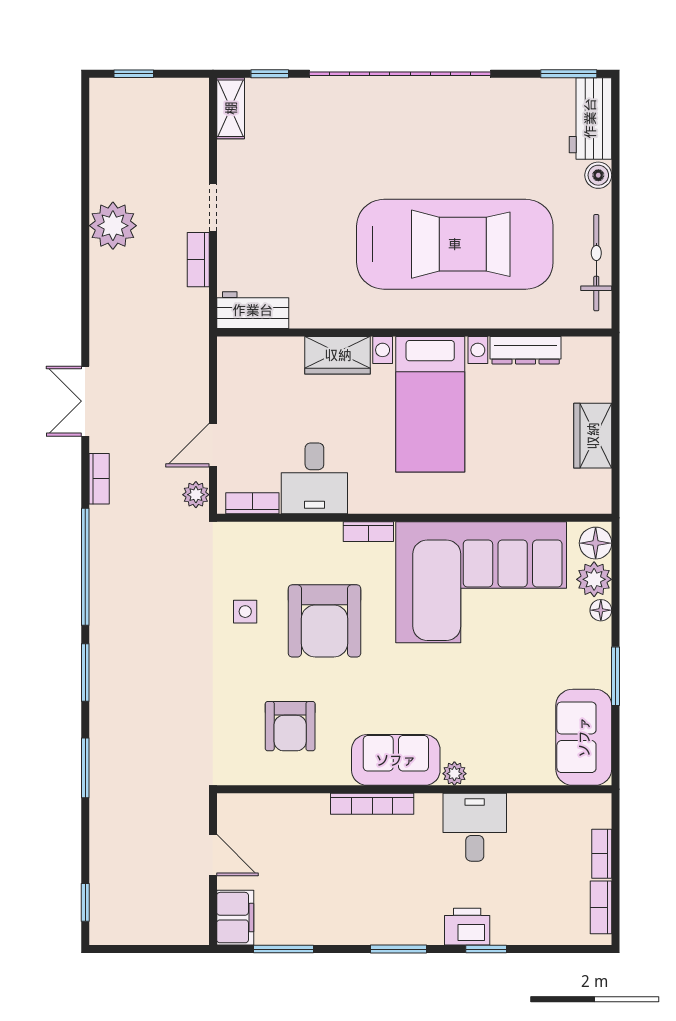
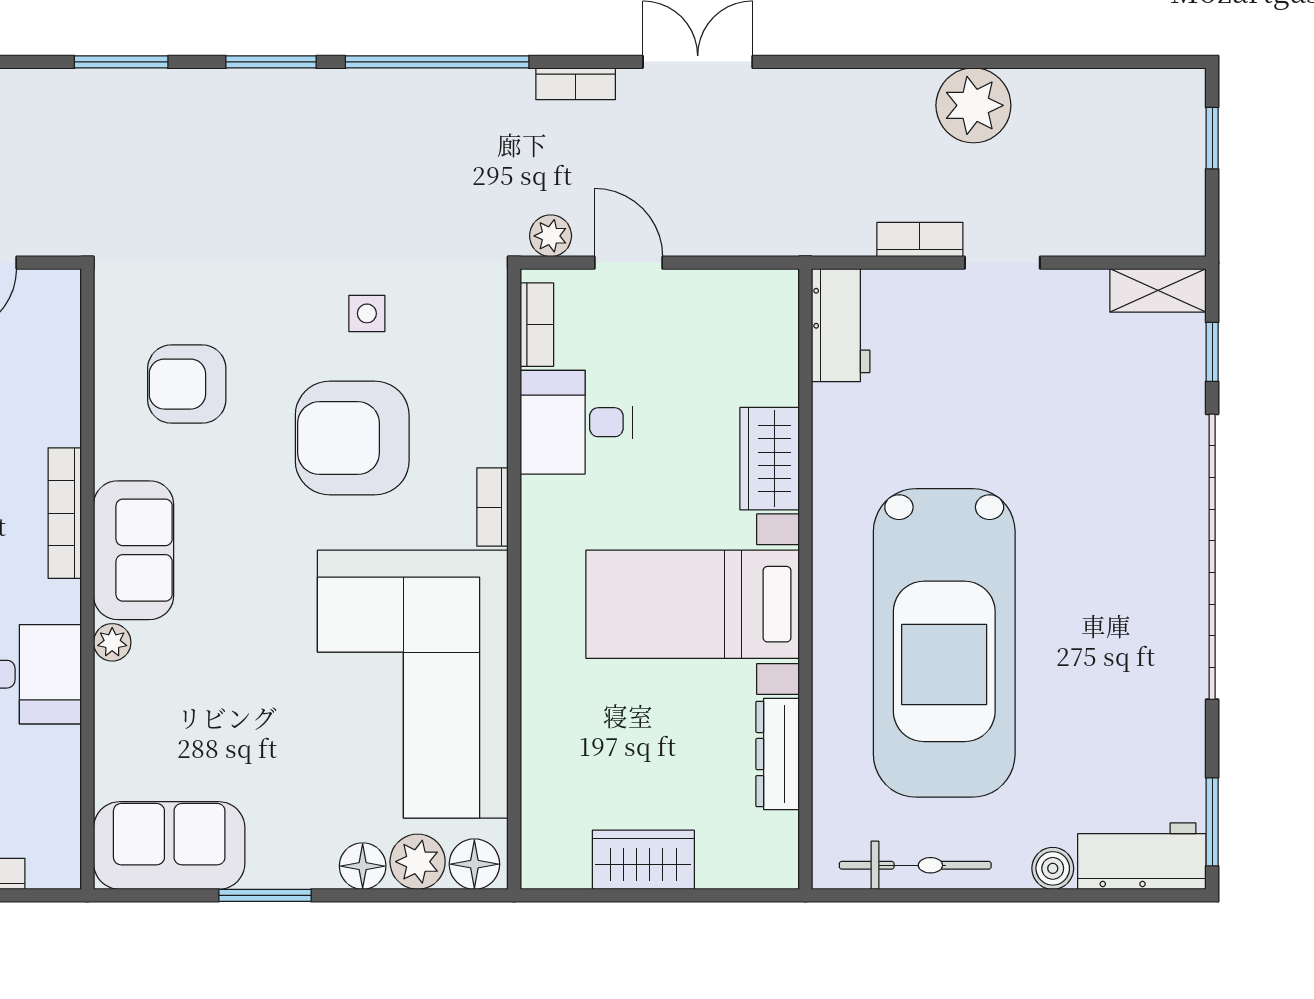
floor lamp: (601, 610) -> (363, 866), width x1.37, depth x1.37

